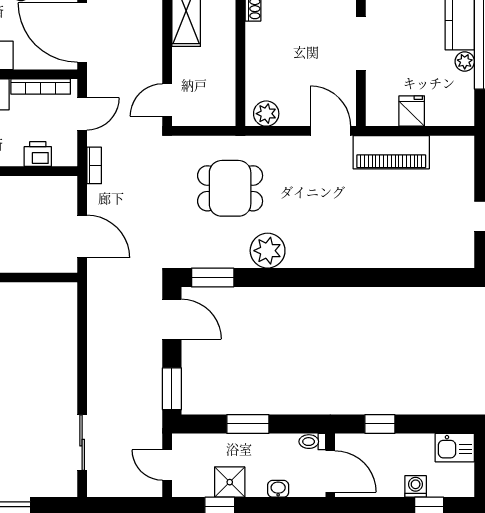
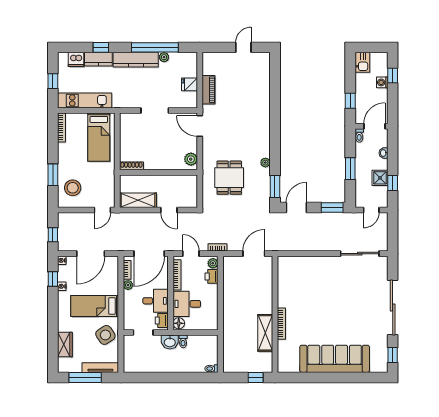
door: (167, 100) -> (169, 210), moved
door: (331, 131) -> (200, 126), hinge flipped
piano: (391, 152) -> (209, 90), width x0.73, depth x0.75
plant: (63, 156) -> (213, 263), added
plant: (268, 251) -> (265, 163), width x0.53, depth x0.53
sliding door: (82, 443) -> (360, 254), width x1.37

